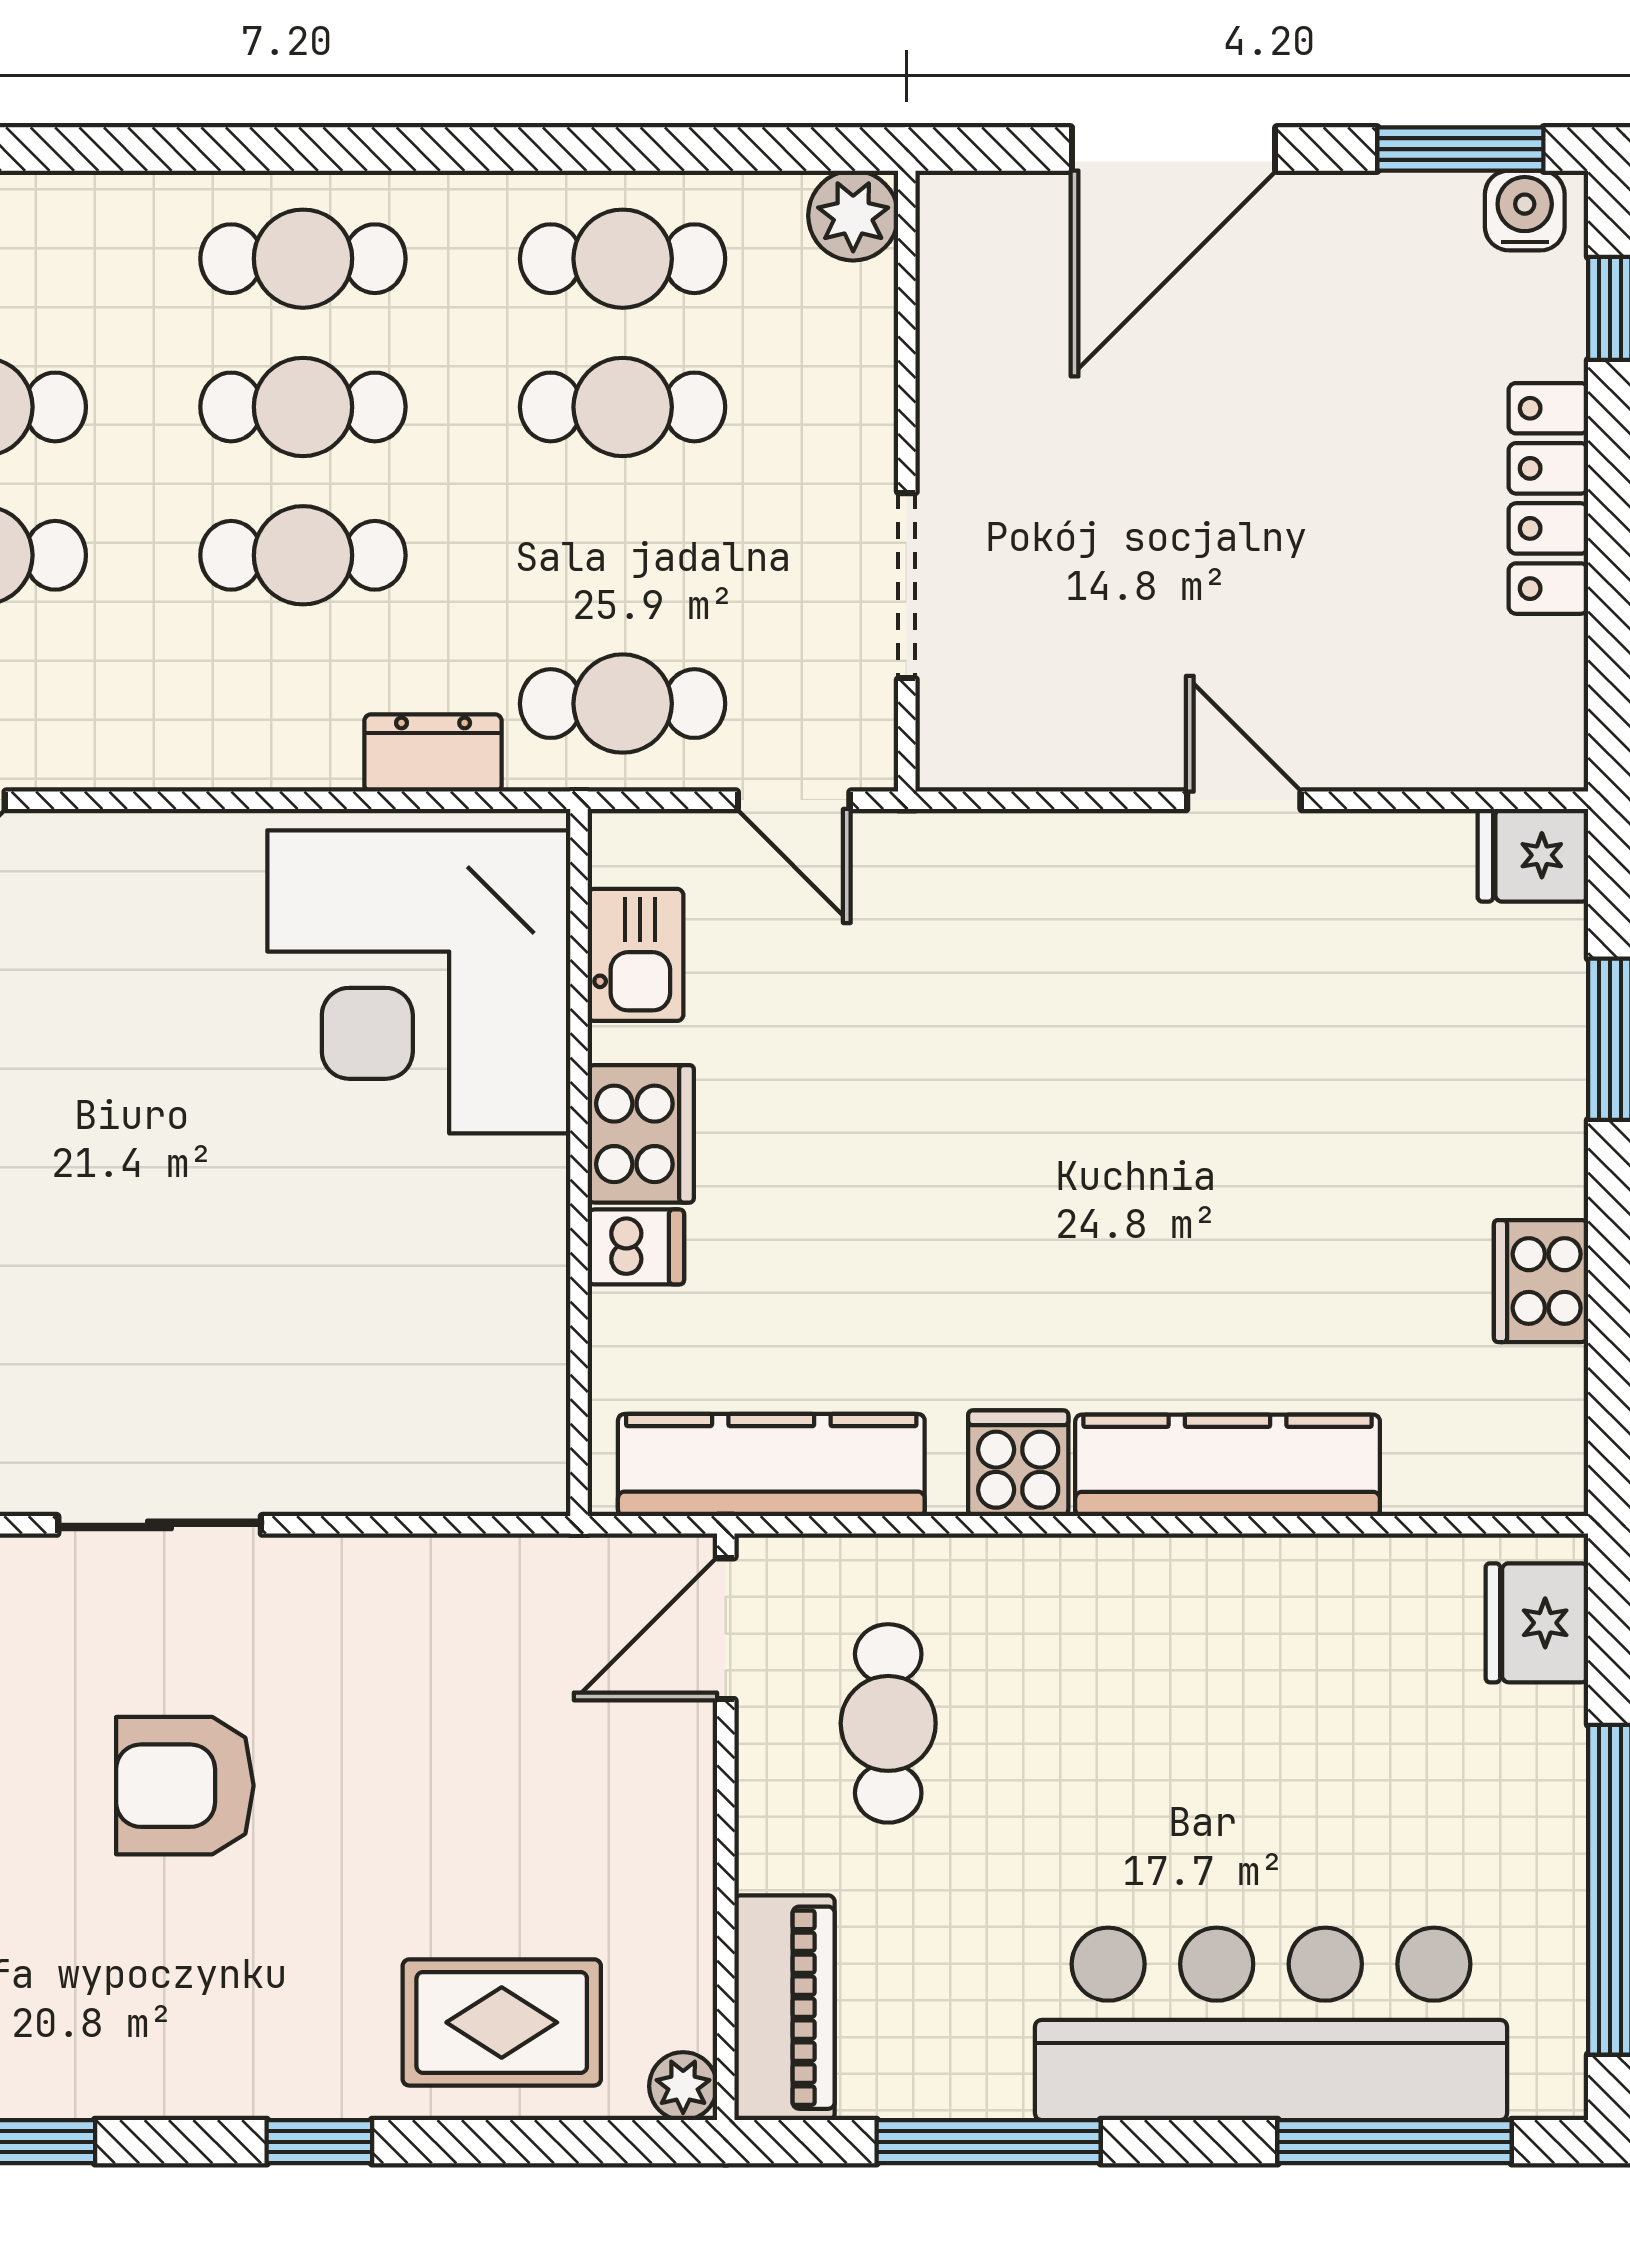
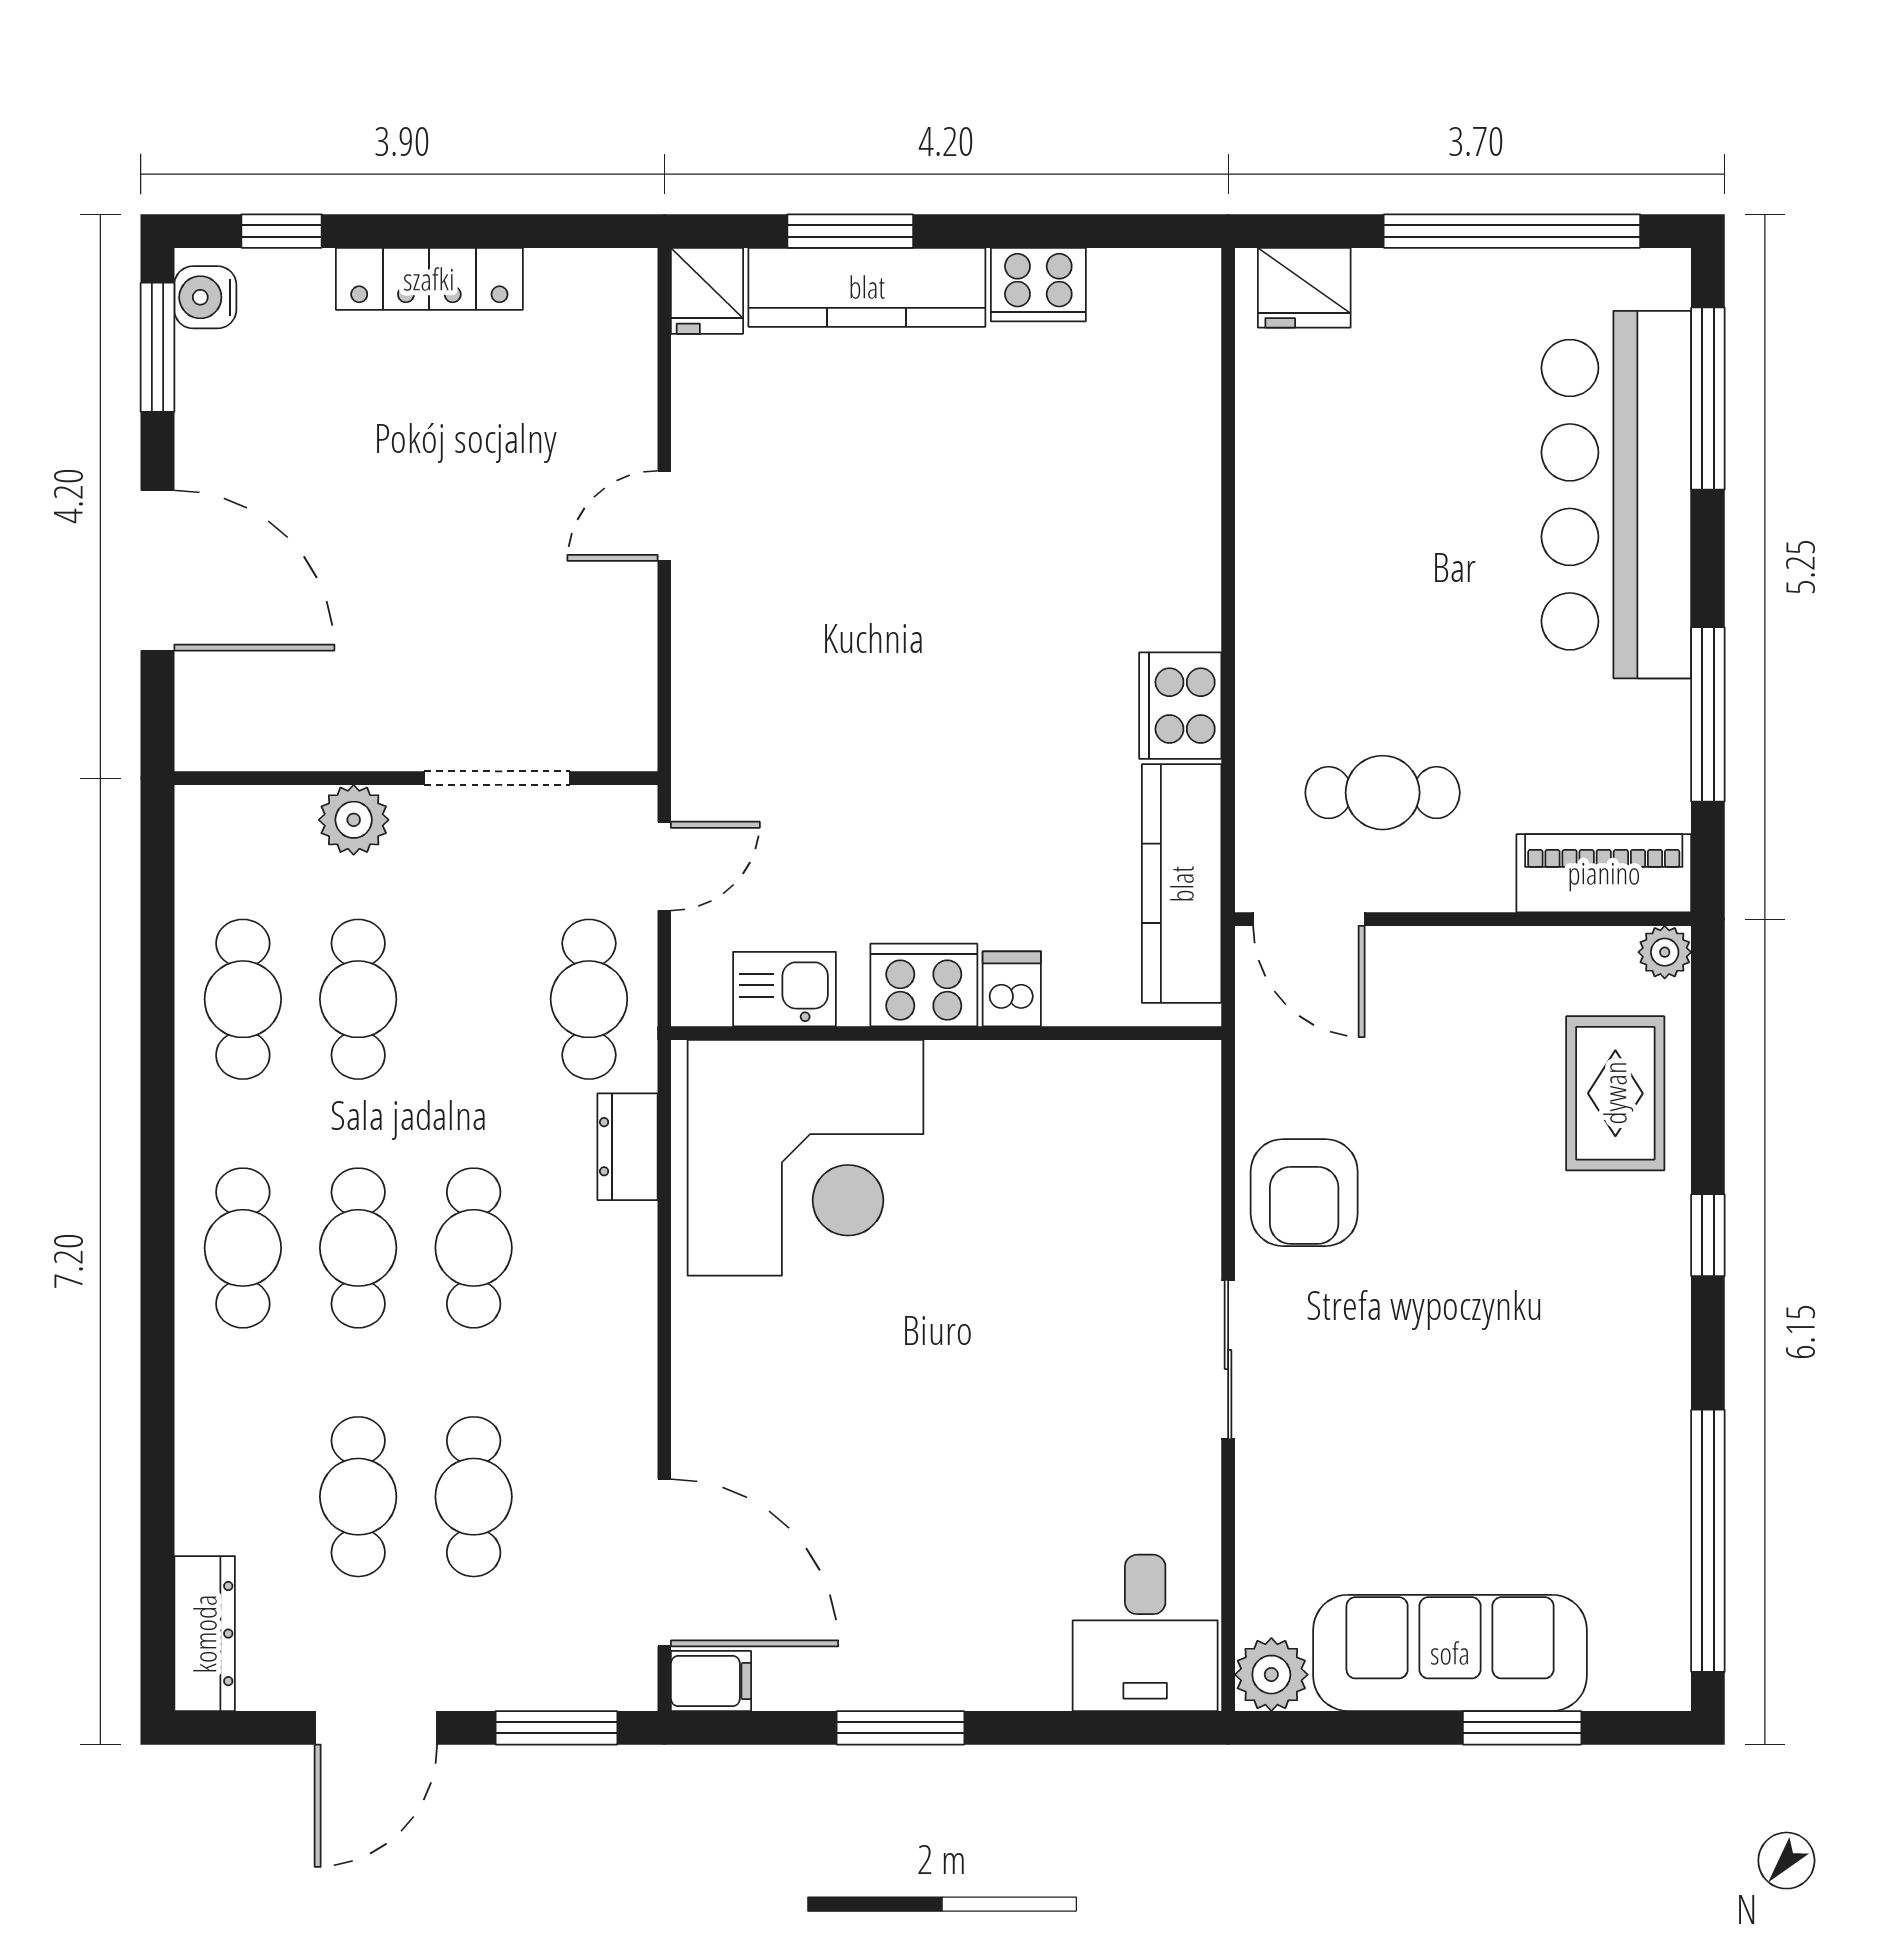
plant: (853, 216) -> (354, 820), moved
cooker: (1018, 1463) -> (1180, 706), width x1.36
kitchen counter: (1228, 1465) -> (867, 287), moved, turned -90
armchair: (185, 1786) -> (1304, 1193), moved

